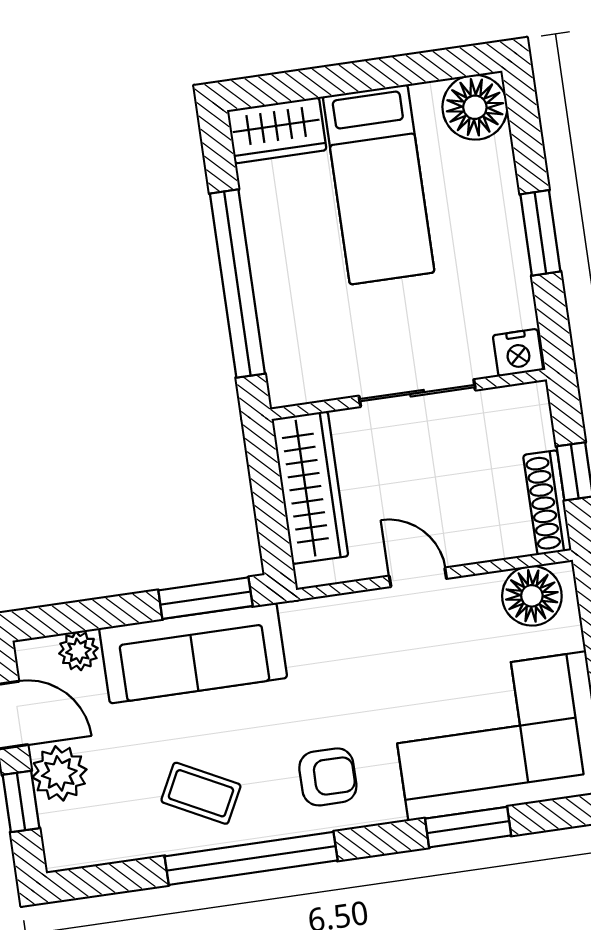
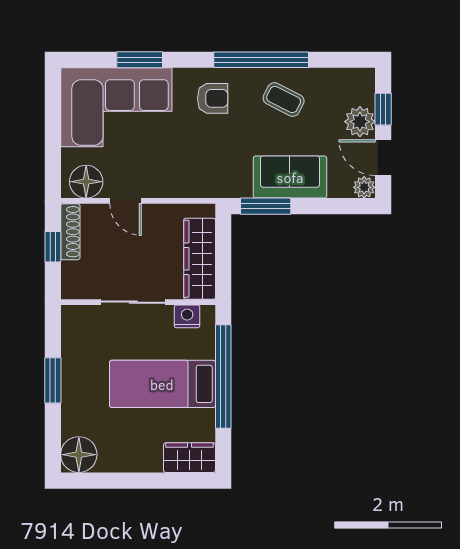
bed: (379, 184) -> (162, 384), moved, turned -90
nightstand: (518, 353) -> (187, 316), moved
door: (418, 577) -> (126, 201), moved
plant: (78, 651) -> (364, 187), moved
sofa: (193, 653) -> (290, 177), width x0.73
armchair: (328, 777) -> (213, 98), turned 180

